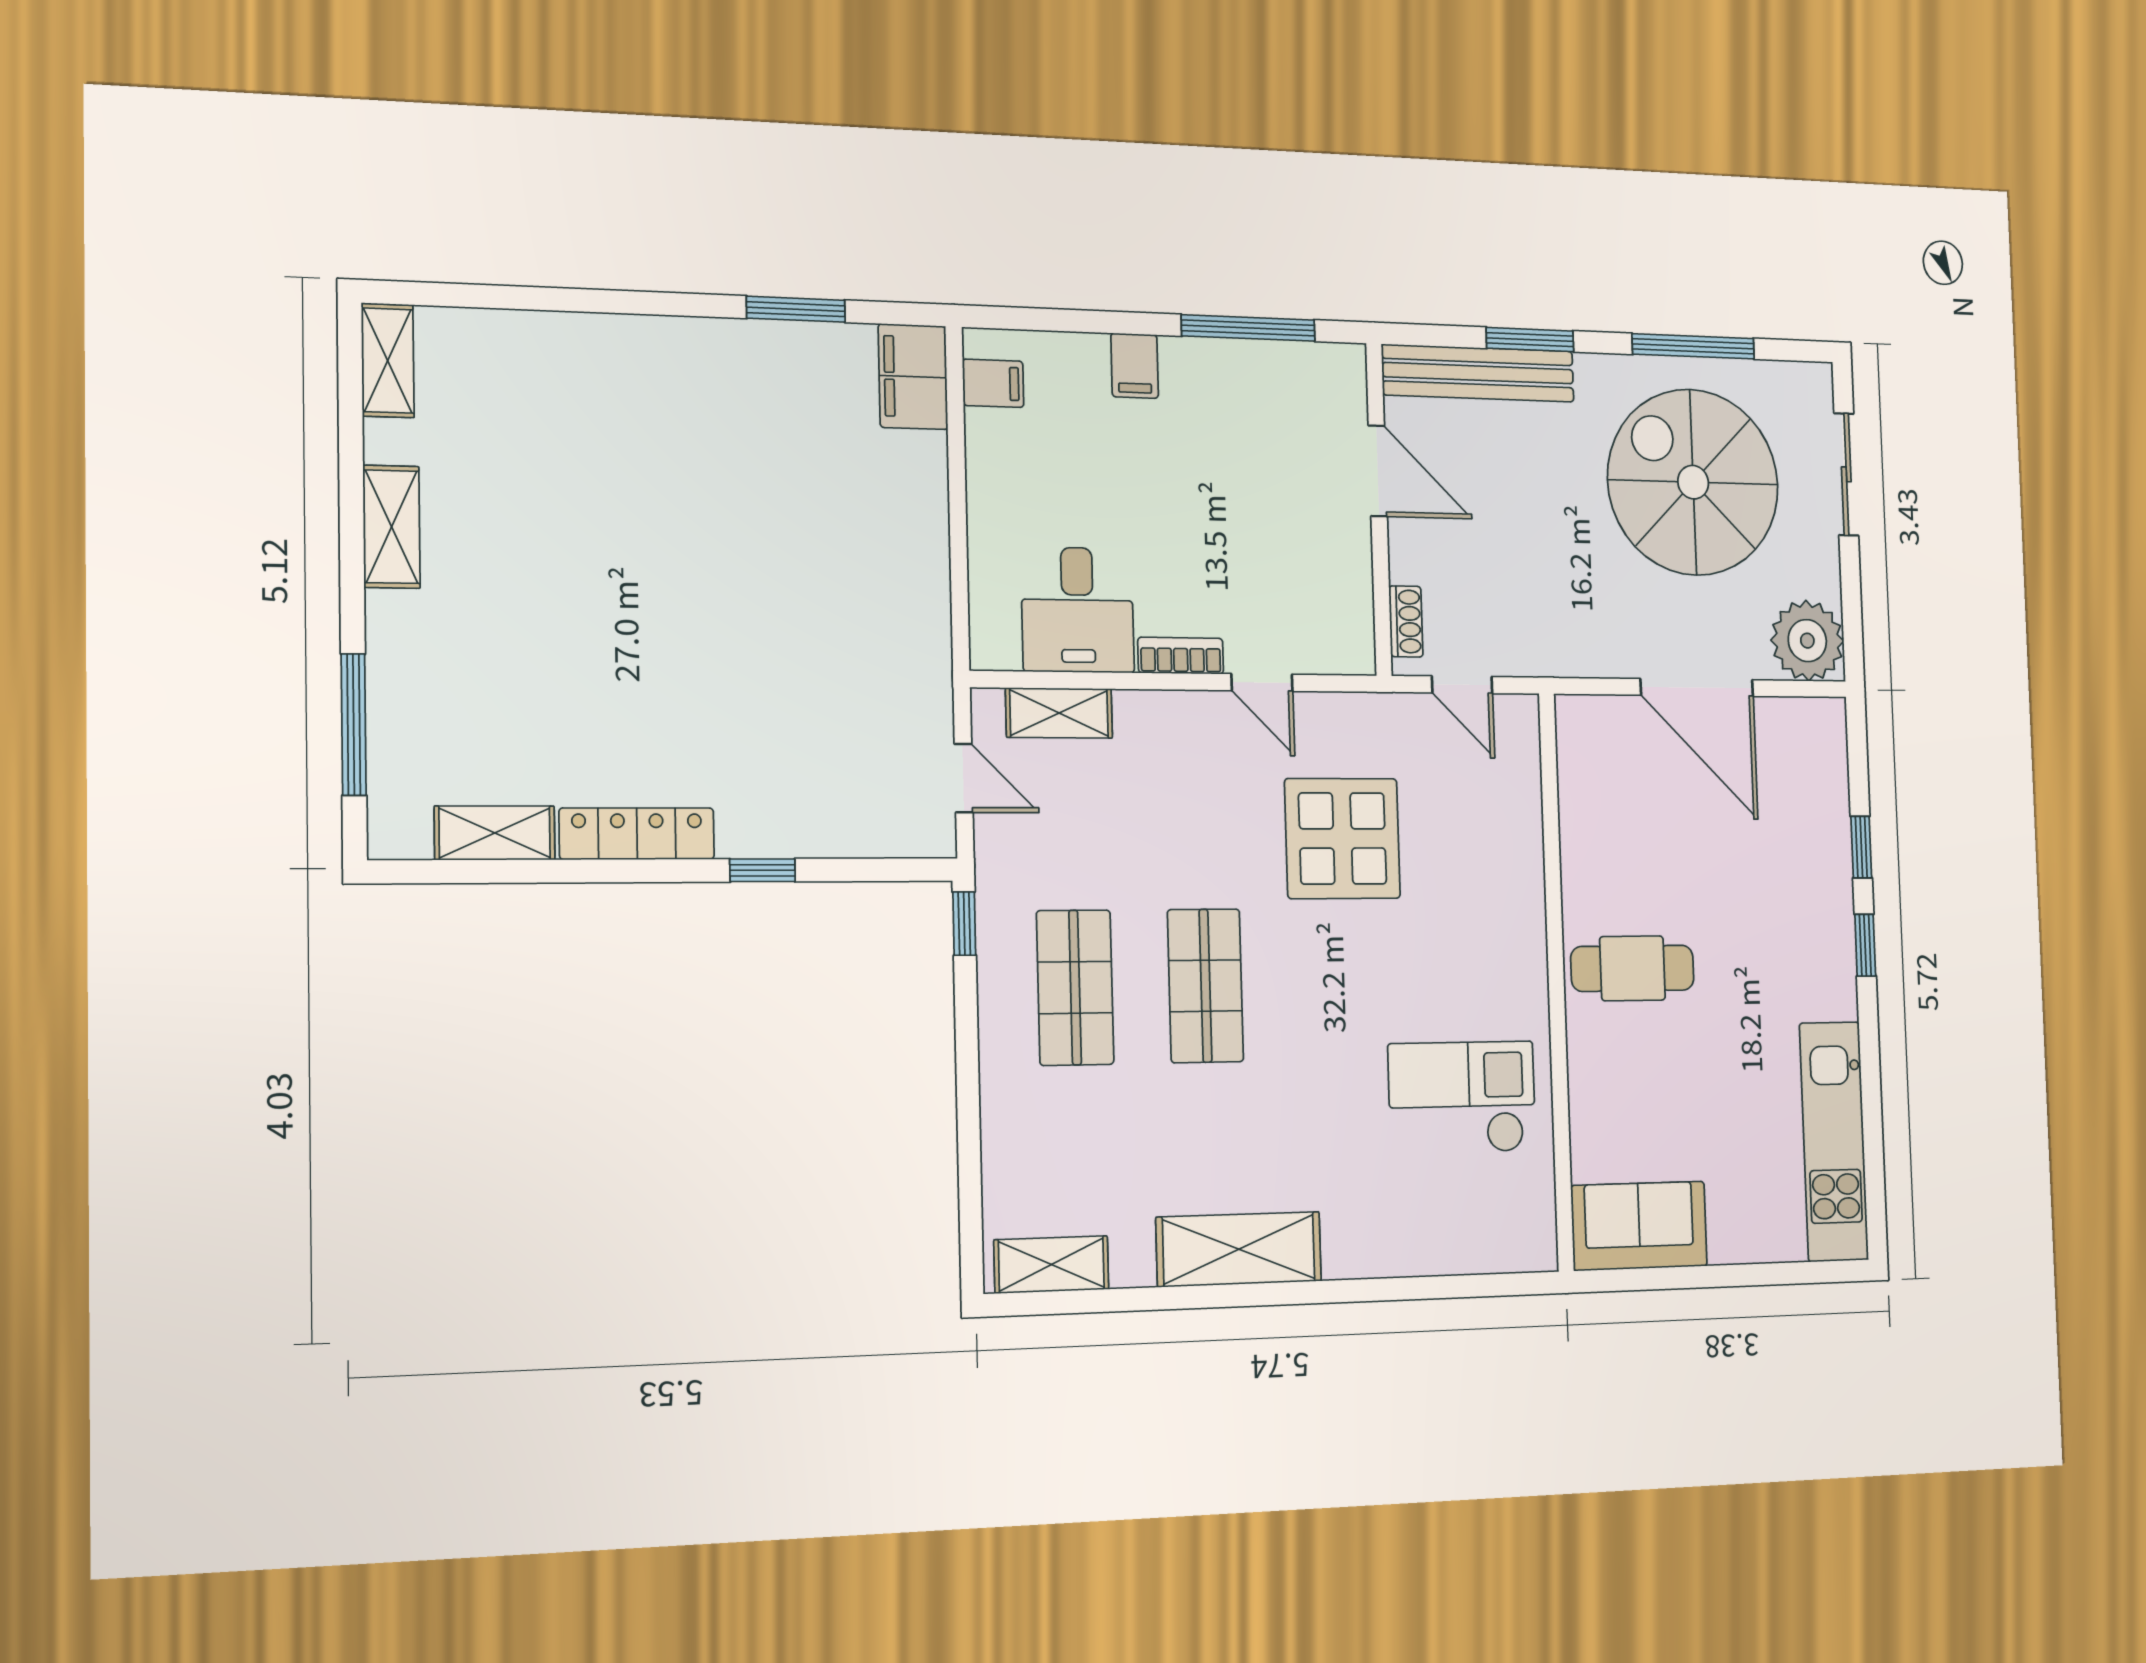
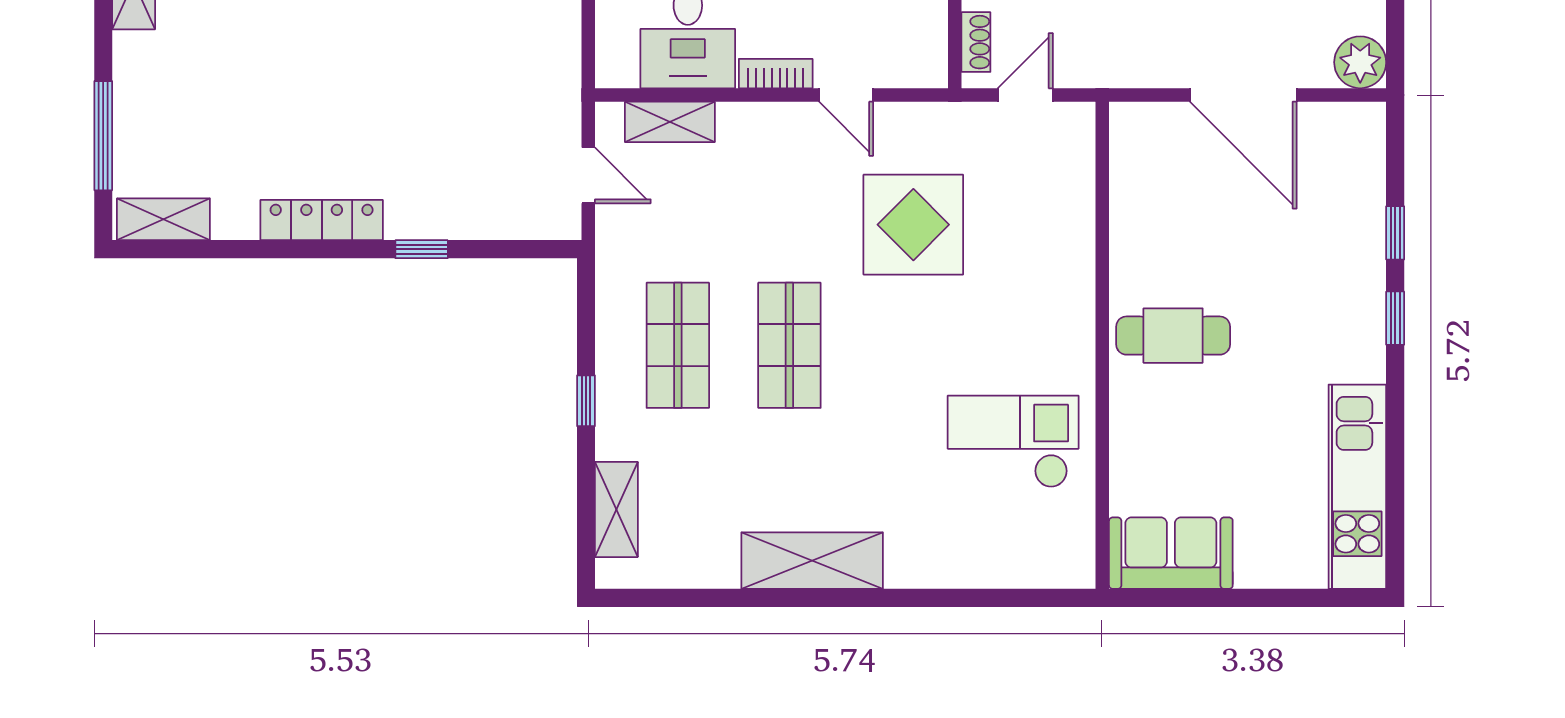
plant: (1807, 641) -> (1360, 62), width x0.73, depth x0.73
door: (1462, 685) -> (1025, 95), swing flipped
shelving: (495, 833) -> (163, 219), moved
window: (964, 924) -> (586, 401), moved
shelving: (1051, 1265) -> (616, 509), moved, turned 90

